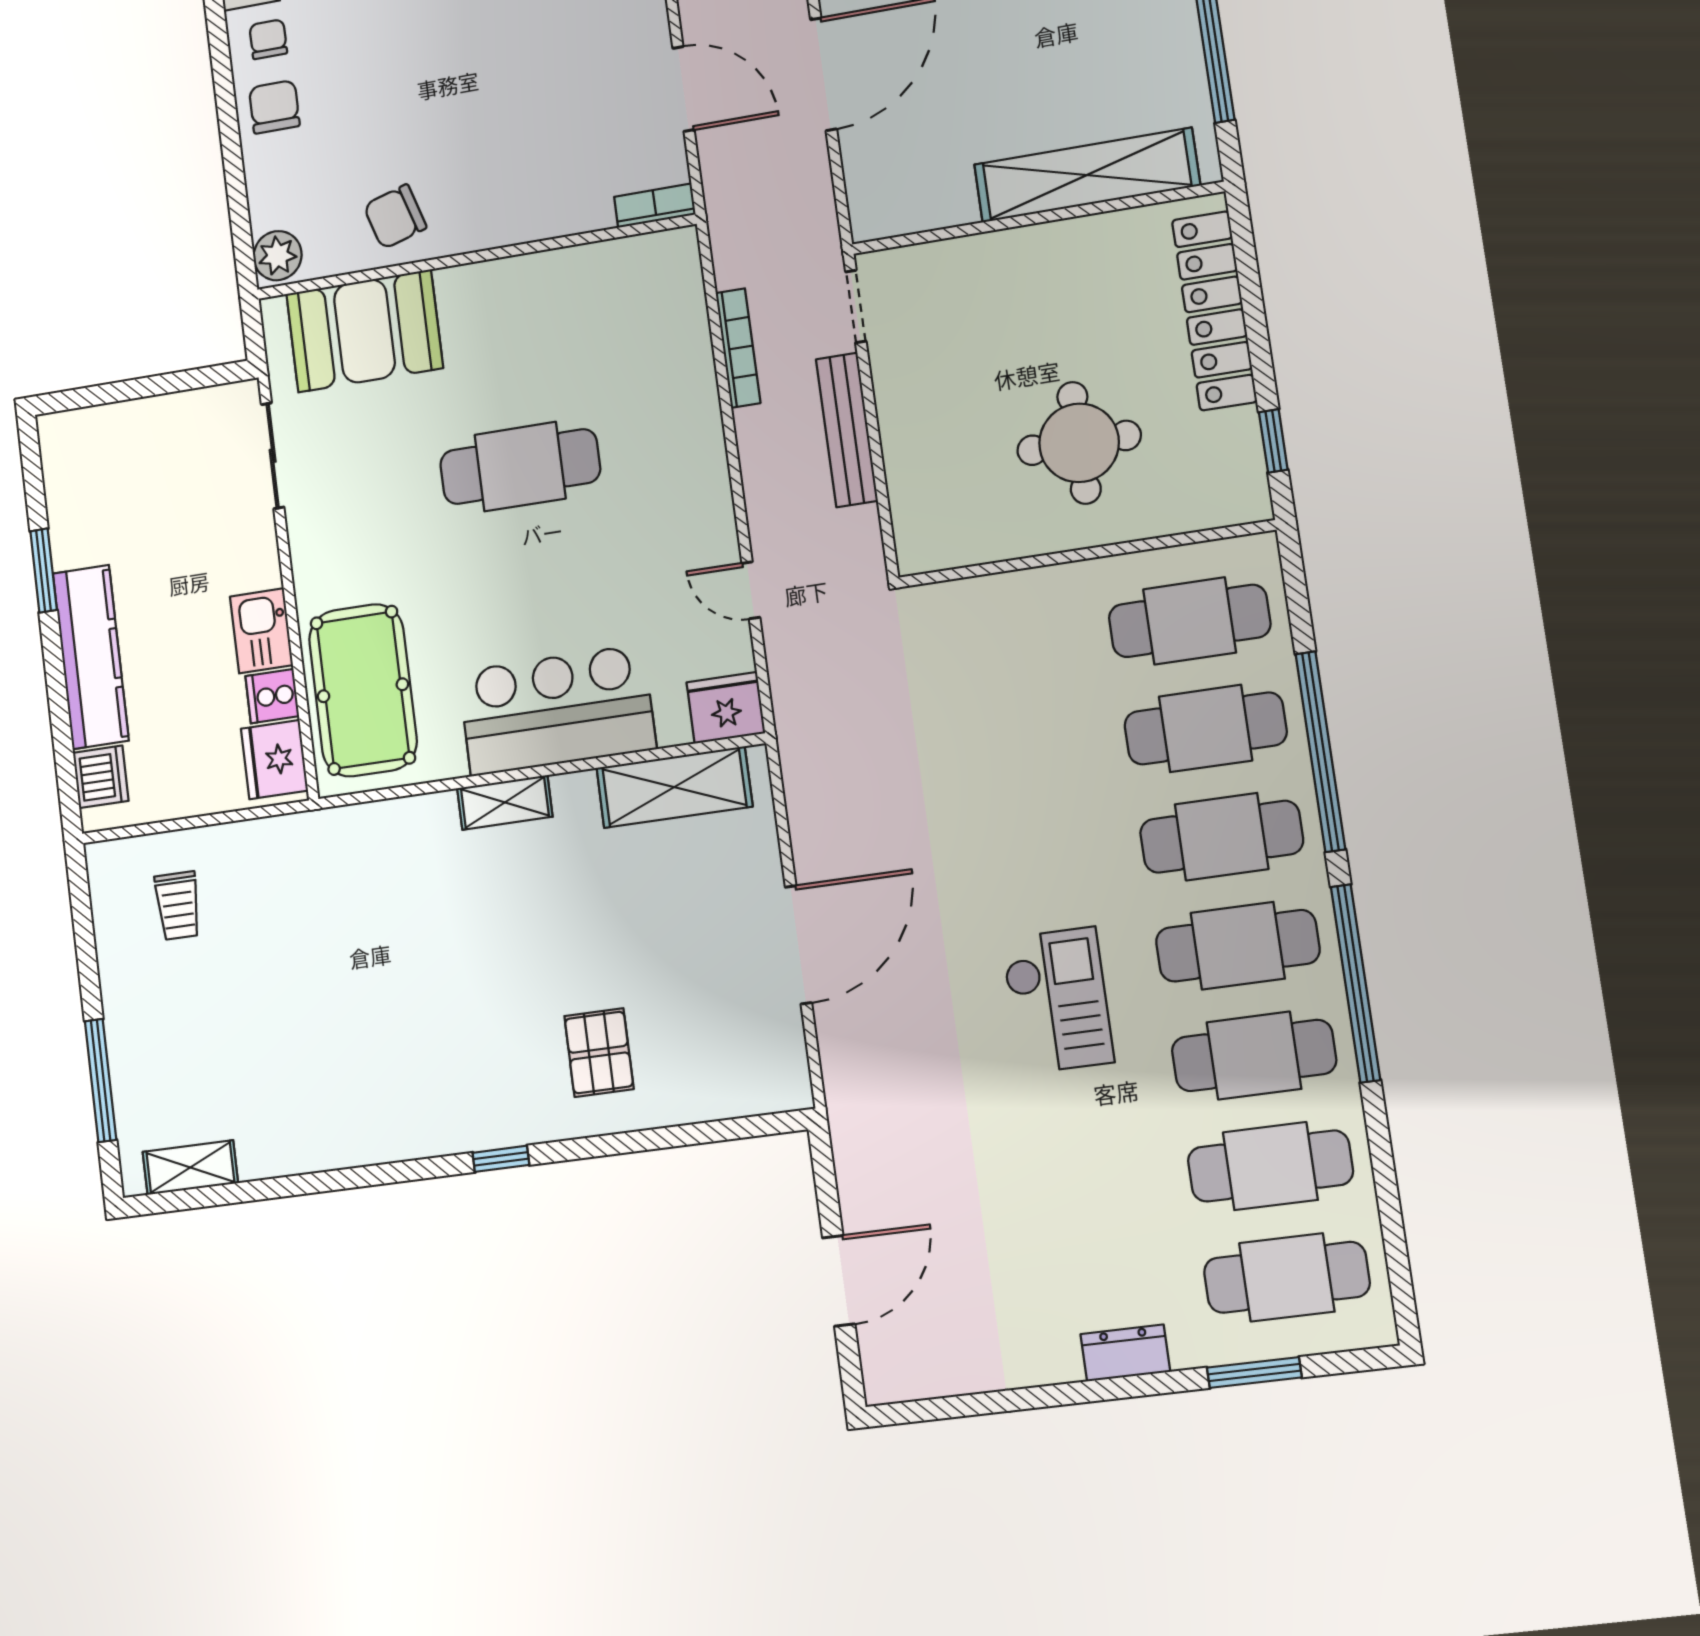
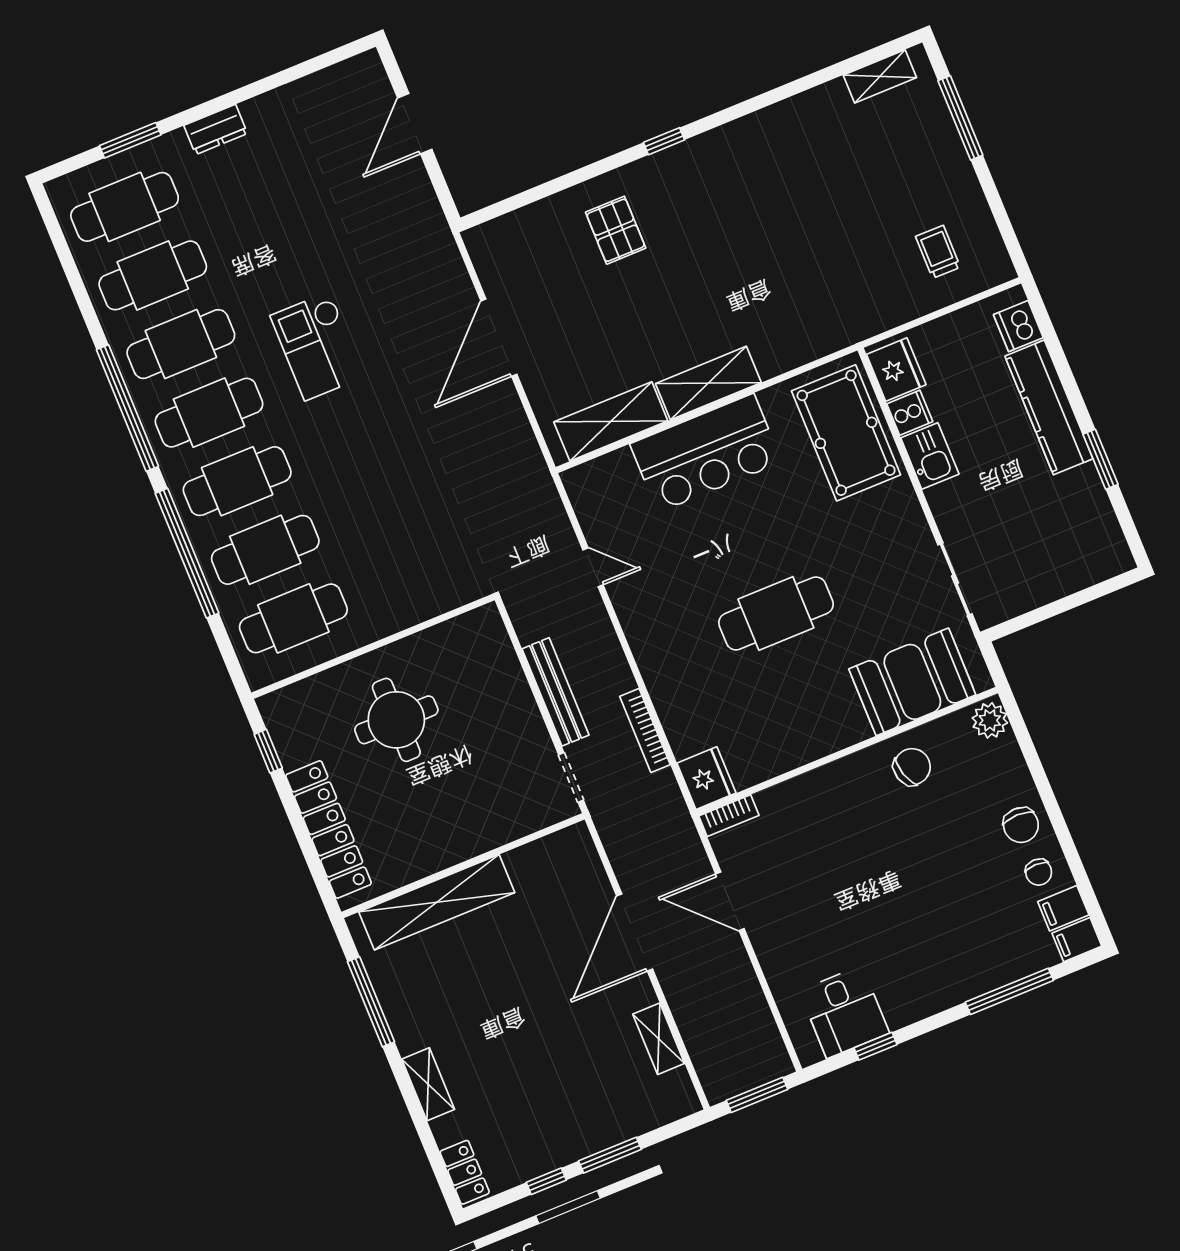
fridge: (726, 708) -> (706, 778), moved, turned -90
shelving: (505, 802) -> (708, 383), width x1.50, depth x1.33

